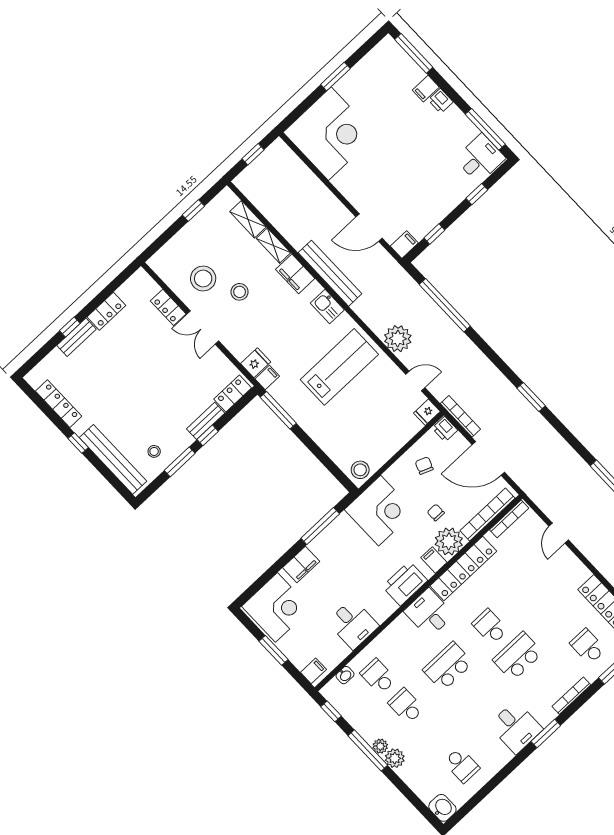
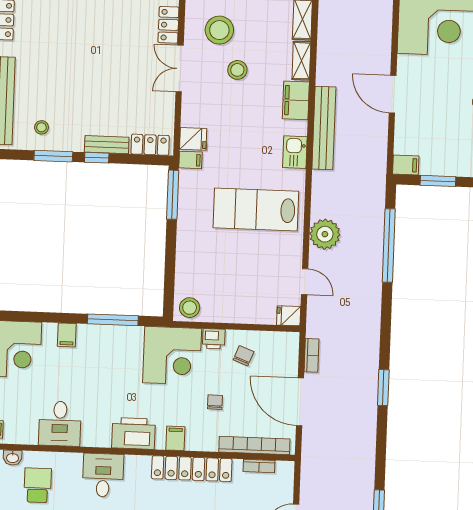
door: (369, 228) -> (393, 94), moved
window: (434, 234) -> (438, 181), width x1.50
lab bench: (339, 367) -> (256, 209), turned 180
bookcase: (460, 416) -> (312, 355), width x0.64
printer: (445, 429) -> (214, 339), moved, turned -90
bookcase: (509, 519) -> (259, 466), width x0.64
plant: (449, 541) -> (202, 436), removed
filing cabinet: (301, 564) -> (67, 335), width x0.50
desk: (429, 613) -> (103, 475), moved

